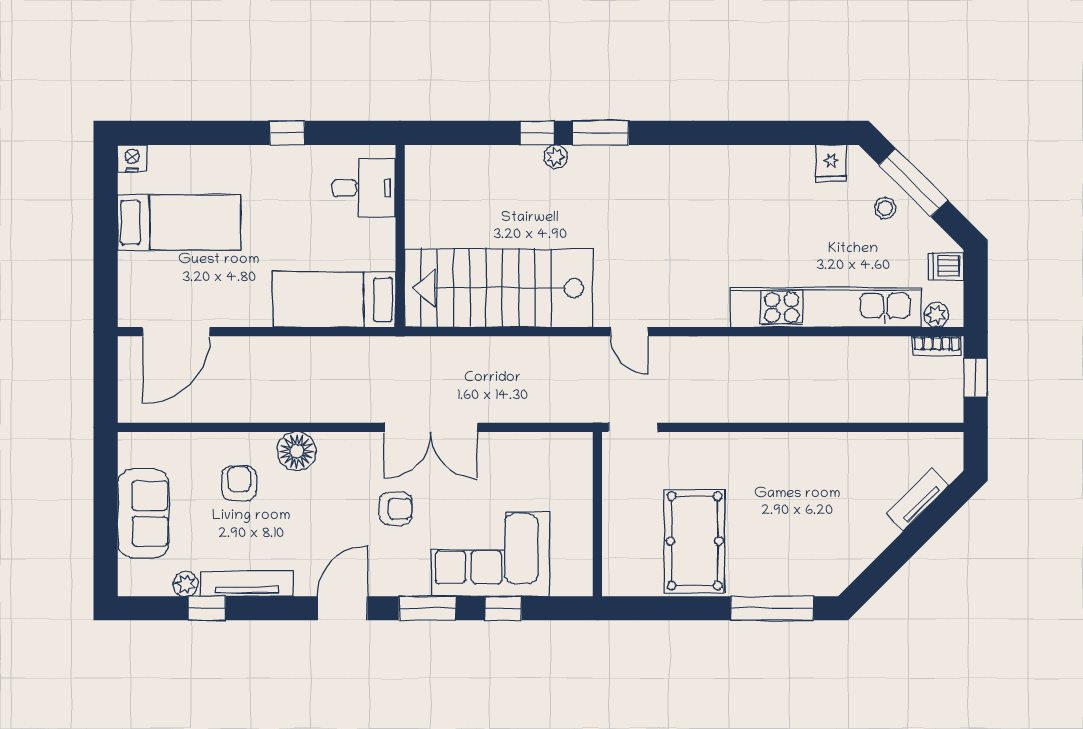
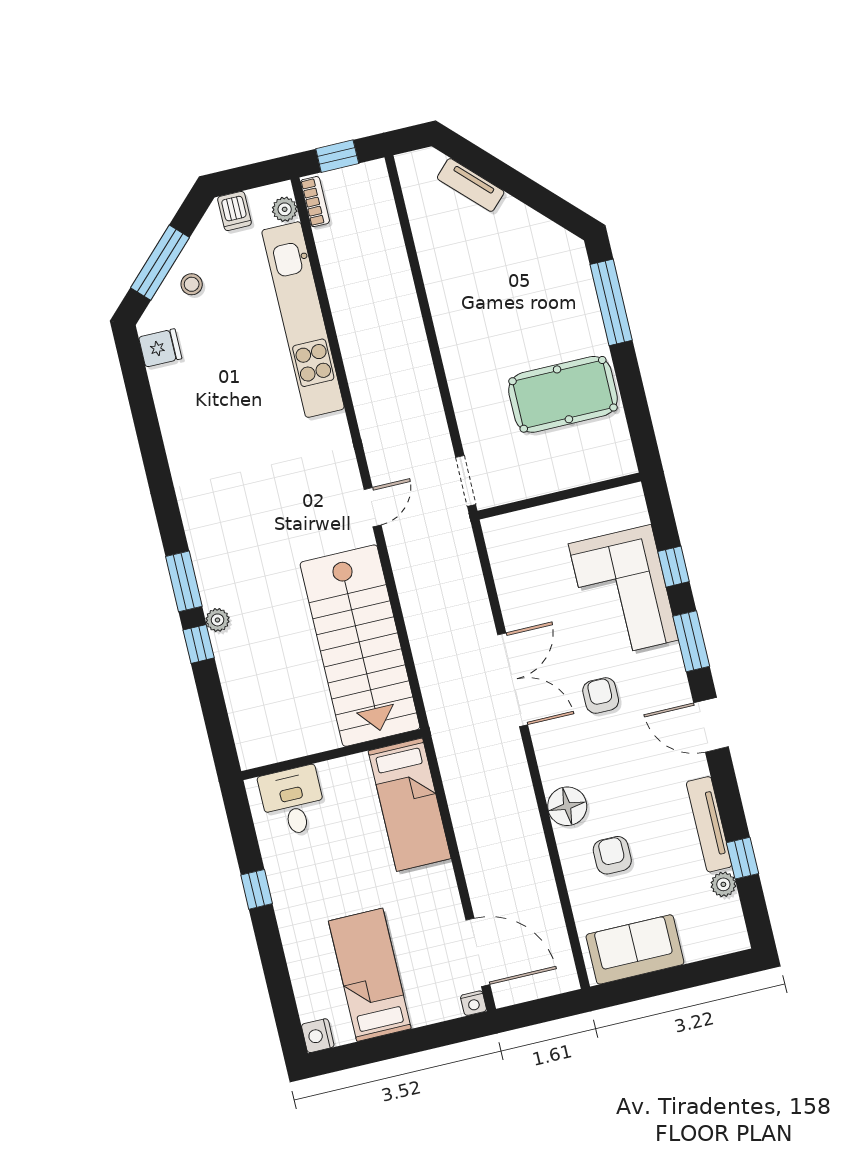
nightstand: (128, 316) -> (474, 1003), added
armchair: (239, 483) -> (612, 855), turned 90
sofa: (143, 513) -> (635, 949), moved

